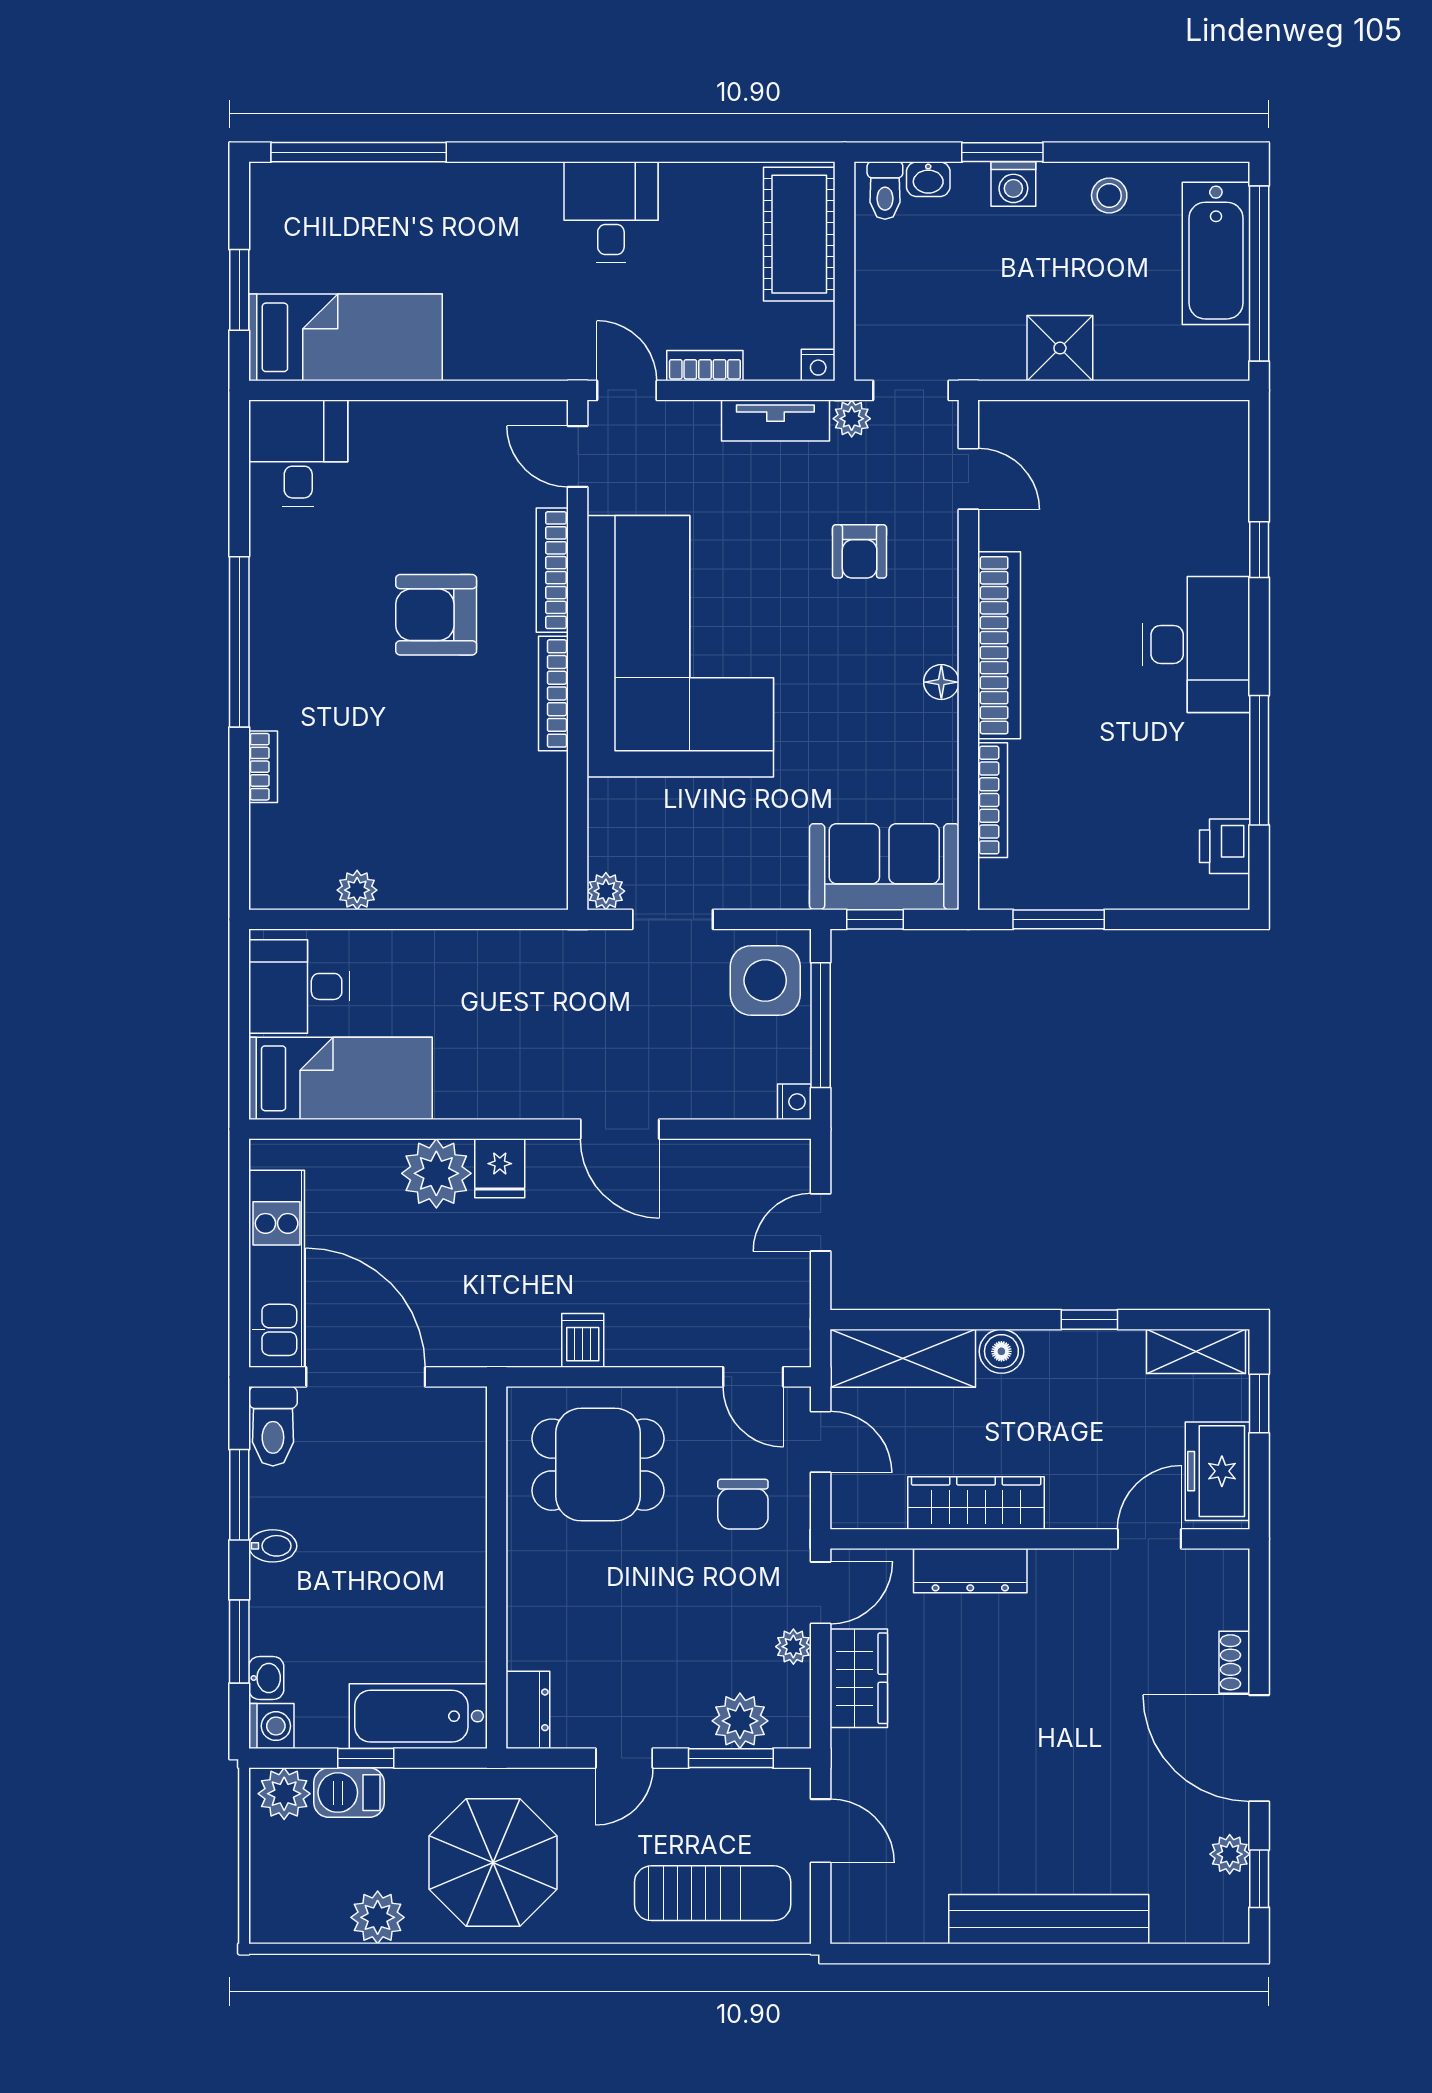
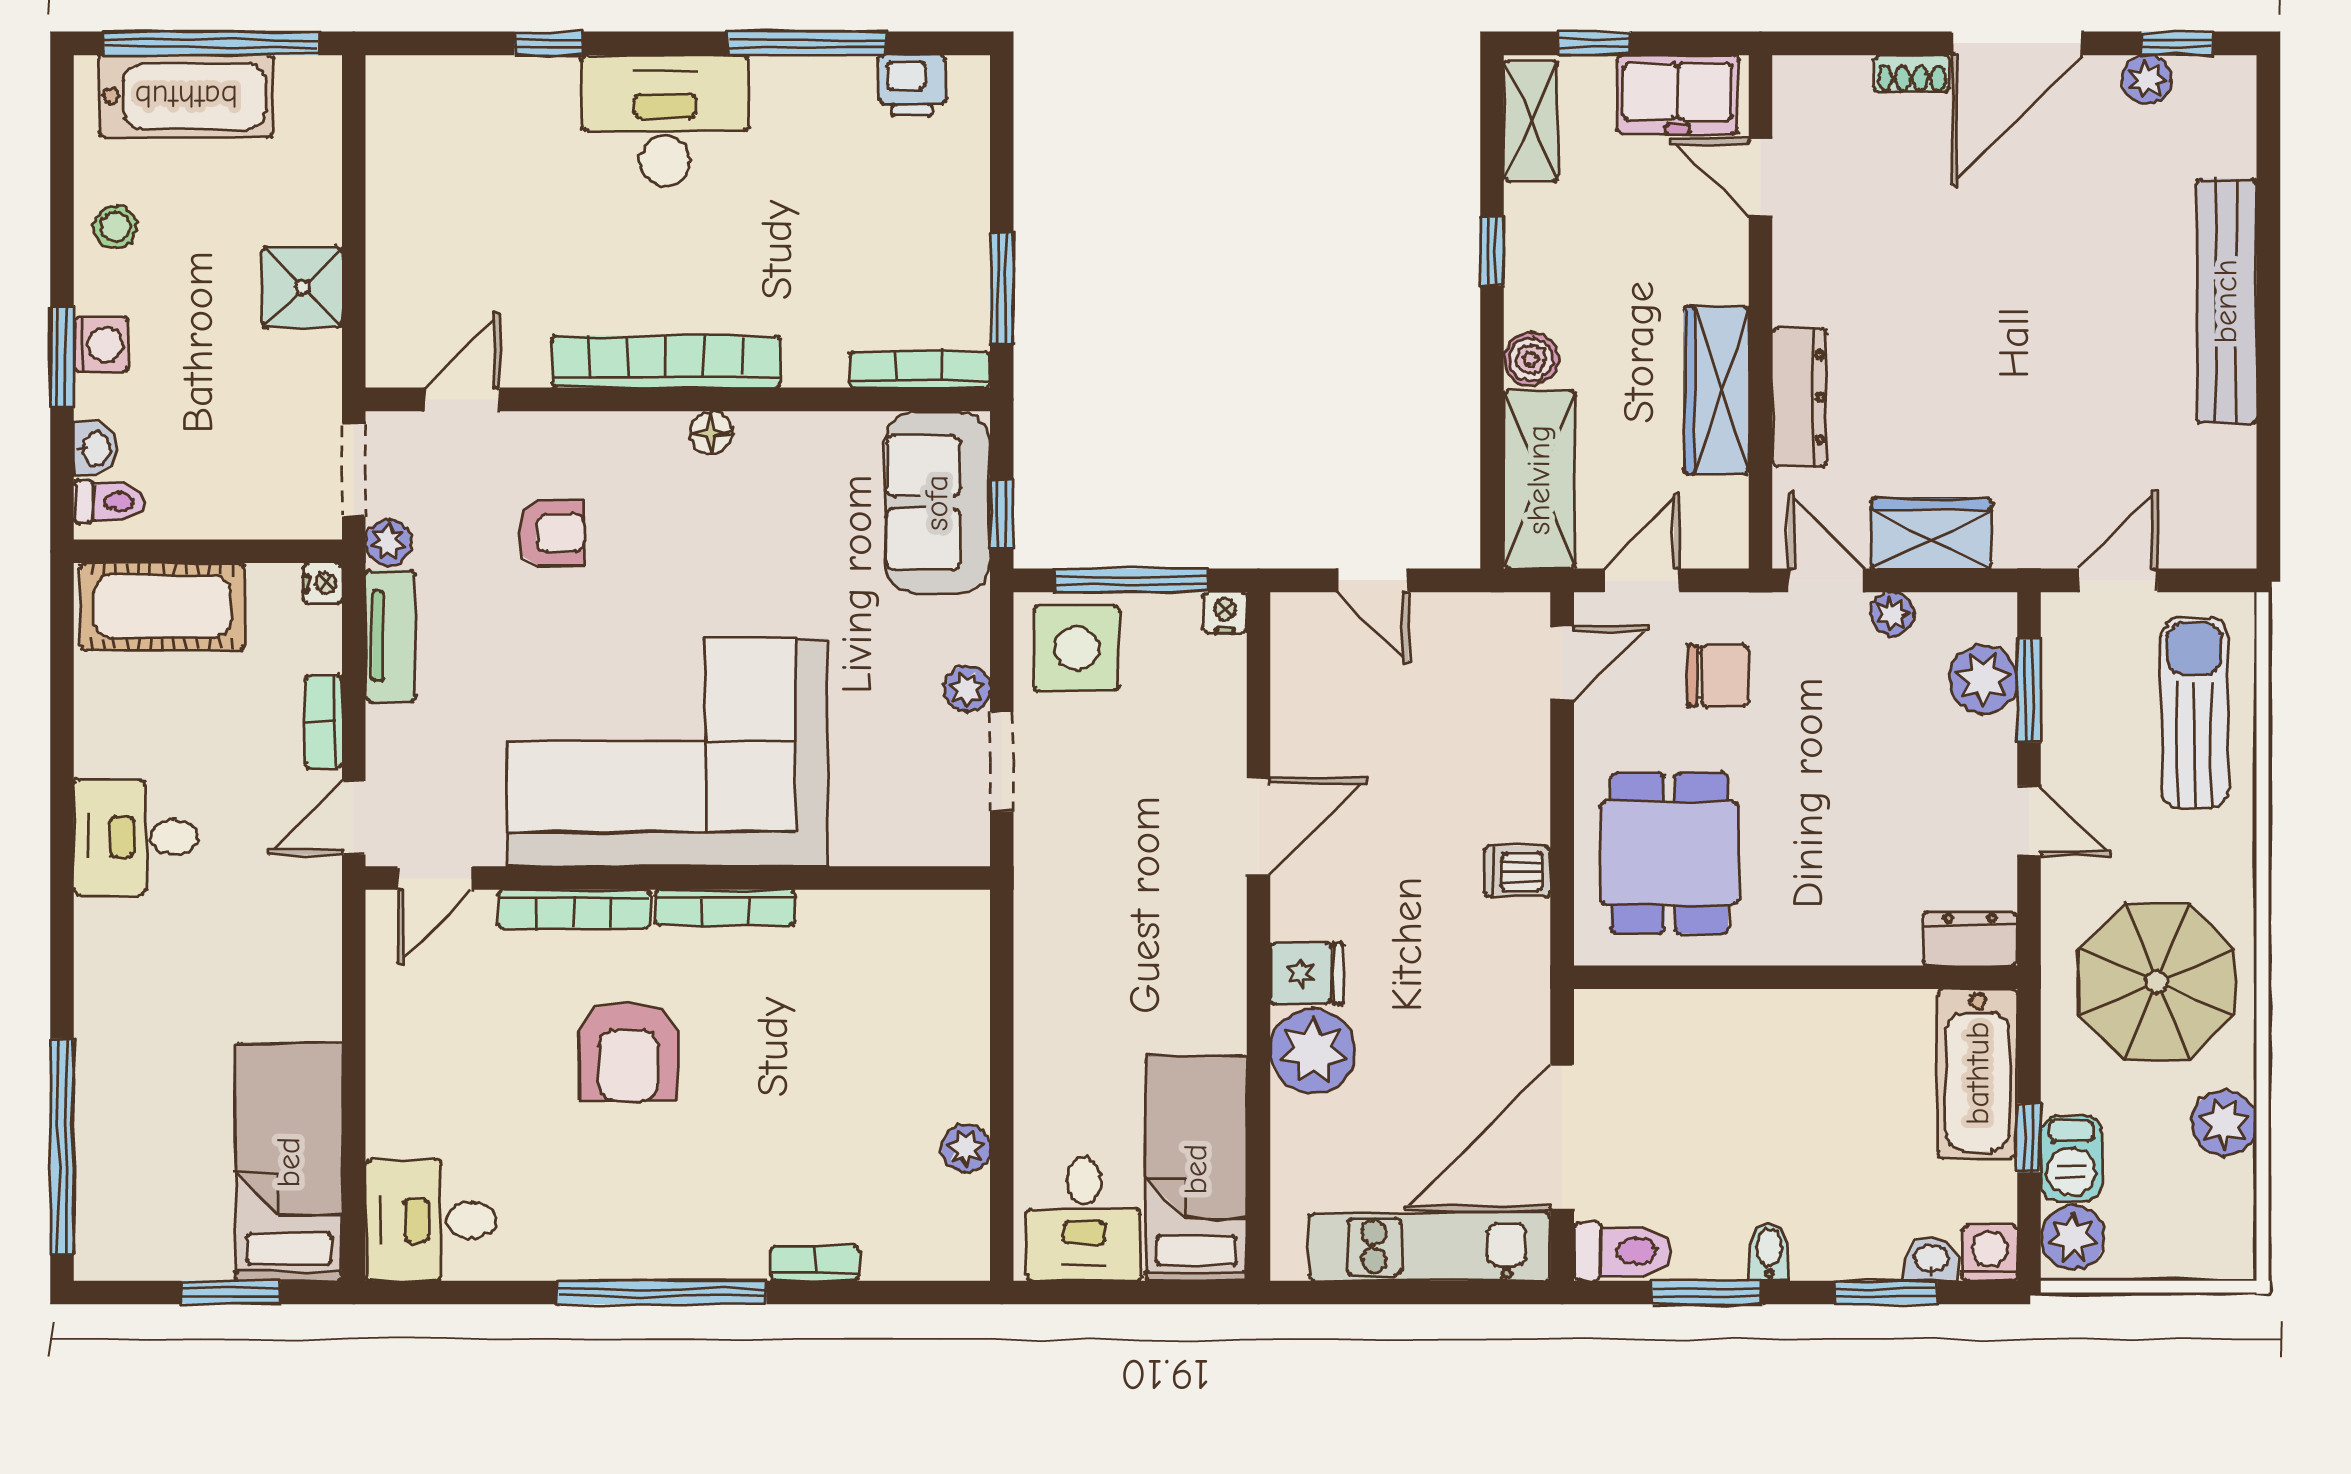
bookcase: (993, 800) -> (920, 370), moved
plant: (606, 891) -> (967, 689), moved

